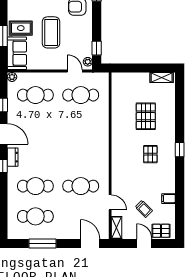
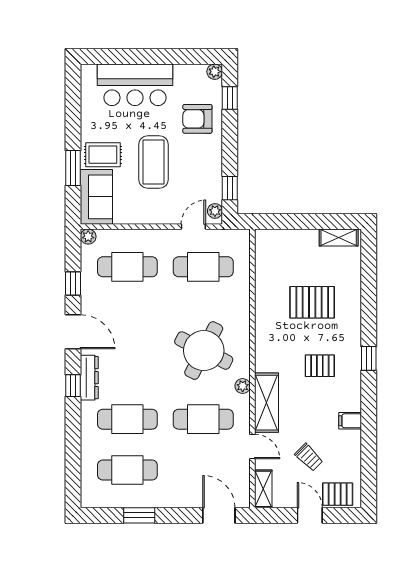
door: (75, 71) -> (193, 227), hinge flipped
pallet: (146, 116) -> (312, 302), turned 90
round table: (81, 145) -> (204, 351), added
pallet: (150, 154) -> (320, 366), turned 90
dresser: (13, 157) -> (89, 378), width x1.44
plant: (104, 166) -> (243, 386), added
shelving: (119, 176) -> (267, 403), added
filing cabinet: (168, 199) -> (350, 421), moved
window: (42, 243) -> (139, 515), width x0.69

